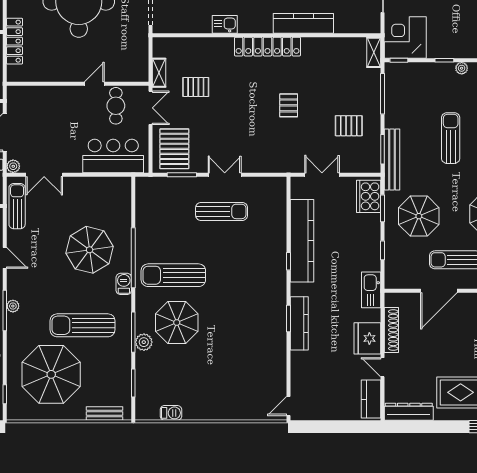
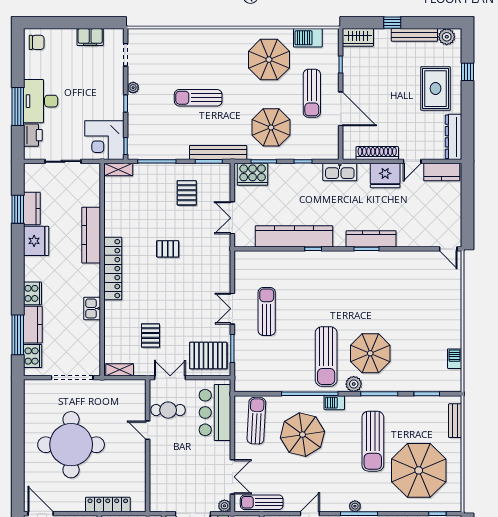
shelving: (159, 73) -> (120, 370), moved
sun lounger: (104, 200) -> (256, 421), added
plant: (144, 342) -> (354, 384), moved

